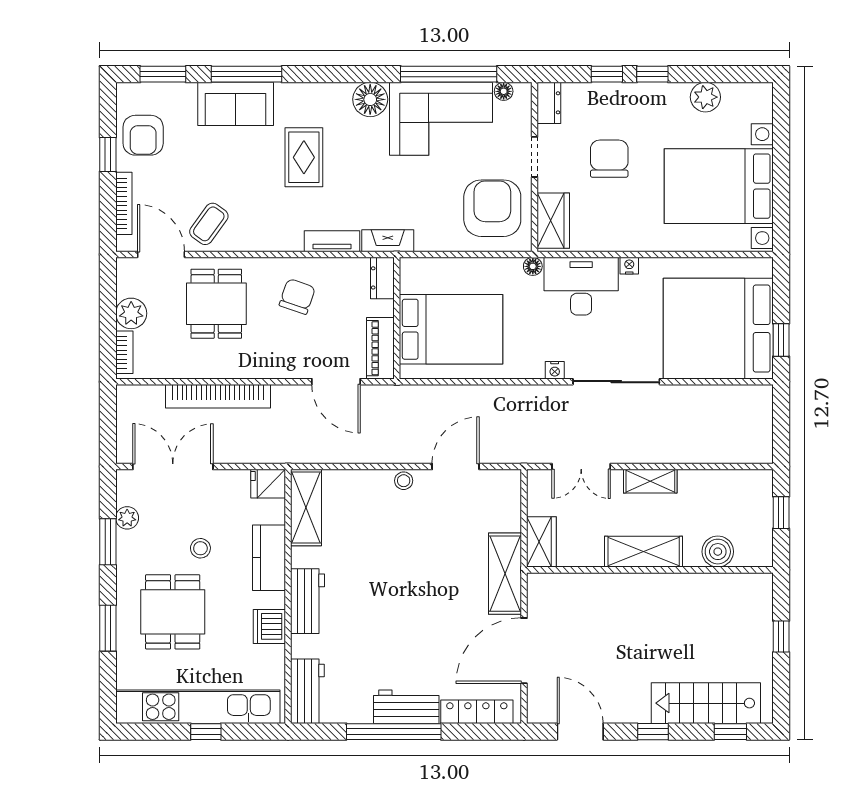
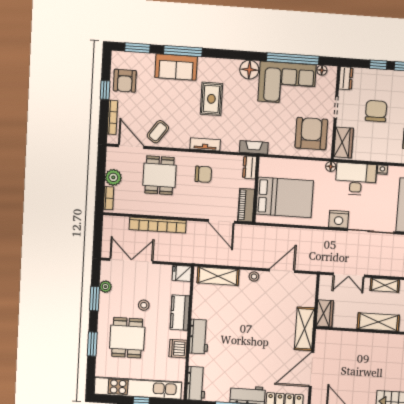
tv unit: (332, 241) -> (205, 144), moved
chair: (297, 296) -> (203, 174), turned 71
nightstand: (555, 370) -> (339, 219), width x1.89, depth x1.79
shelving: (306, 508) -> (218, 276), moved, turned 90

